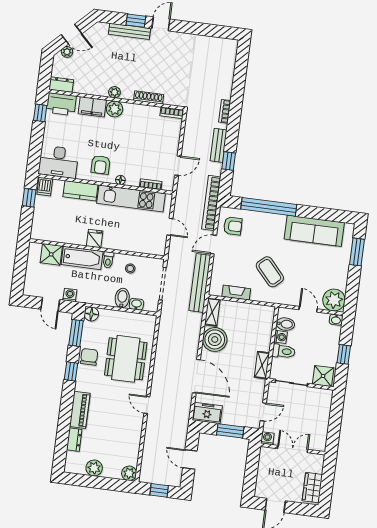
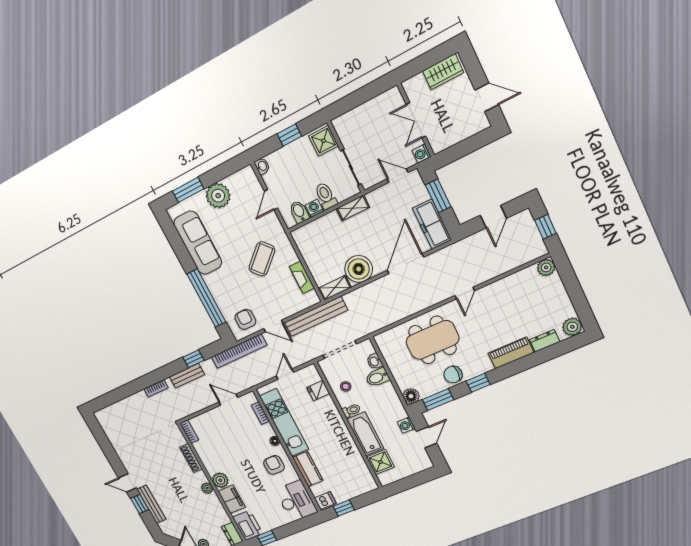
armchair: (101, 165) -> (274, 465), turned -90
fridge: (95, 239) -> (318, 391), moved
plant: (334, 300) -> (218, 196), moved
freezer: (207, 413) -> (432, 224), width x1.40
plant: (94, 468) -> (572, 327), moved

